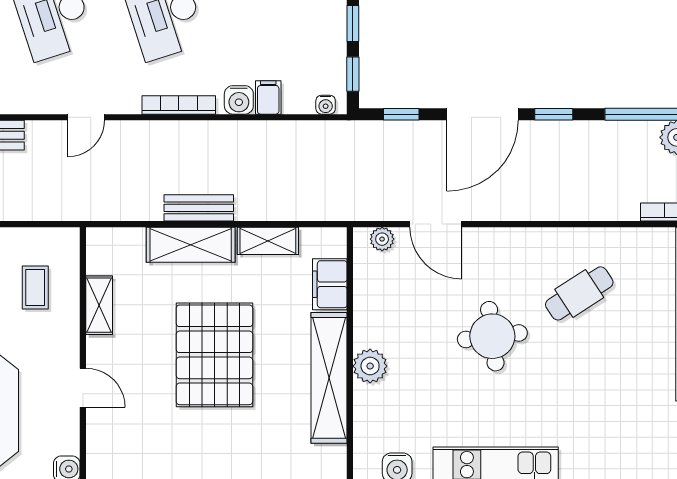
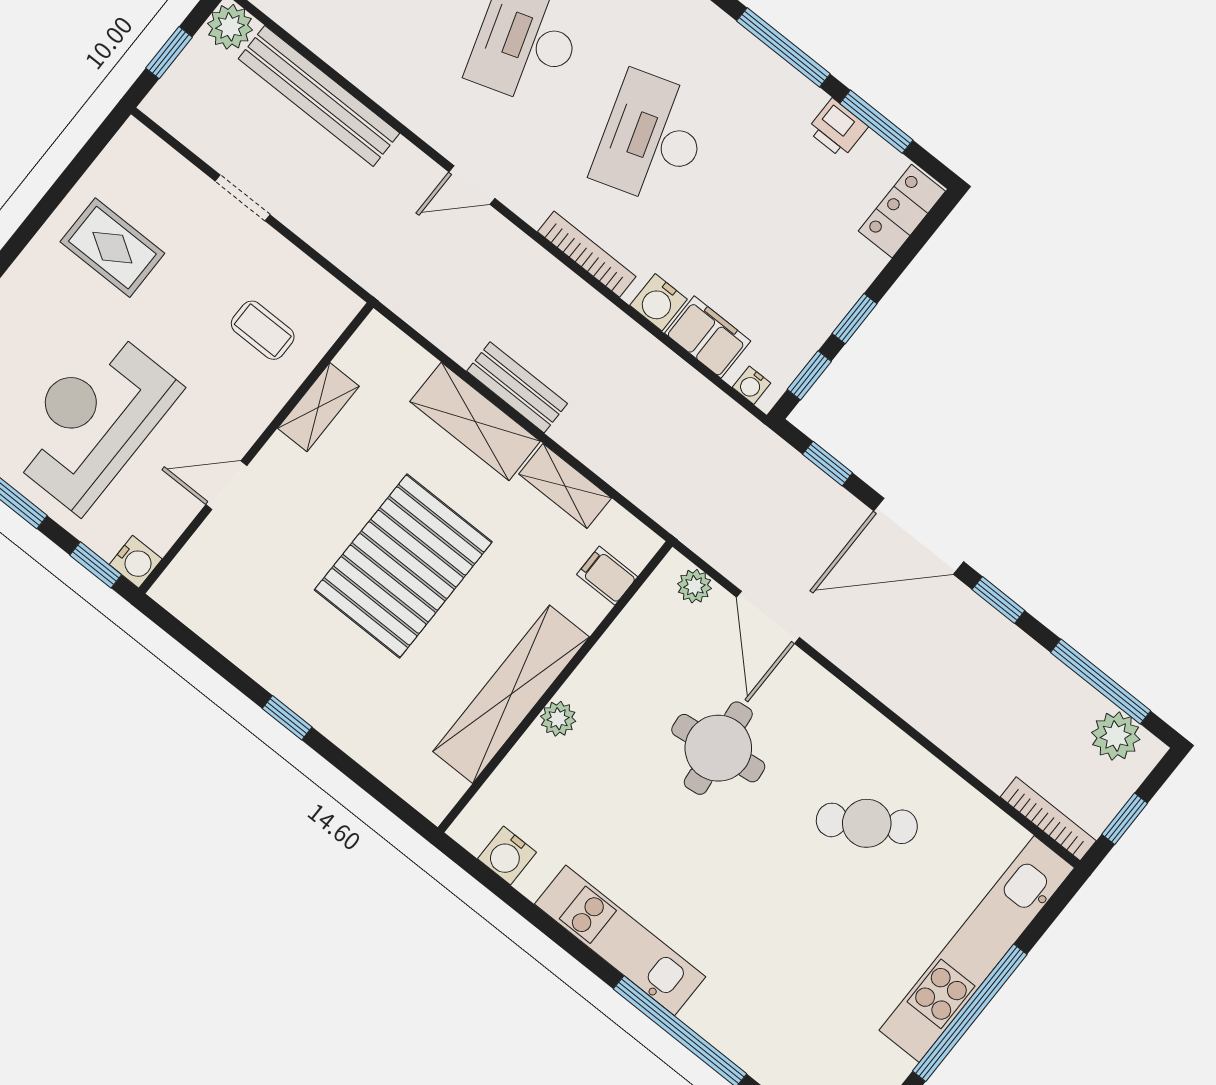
filing cabinet: (268, 97) -> (708, 337), width x2.00
filing cabinet: (330, 284) -> (607, 576), width x0.50
coffee table: (35, 287) -> (263, 330), turned 90
round table: (492, 336) -> (718, 748), moved
plant: (370, 366) -> (558, 719), width x0.73, depth x0.73
door: (83, 388) -> (226, 485), swing flipped

